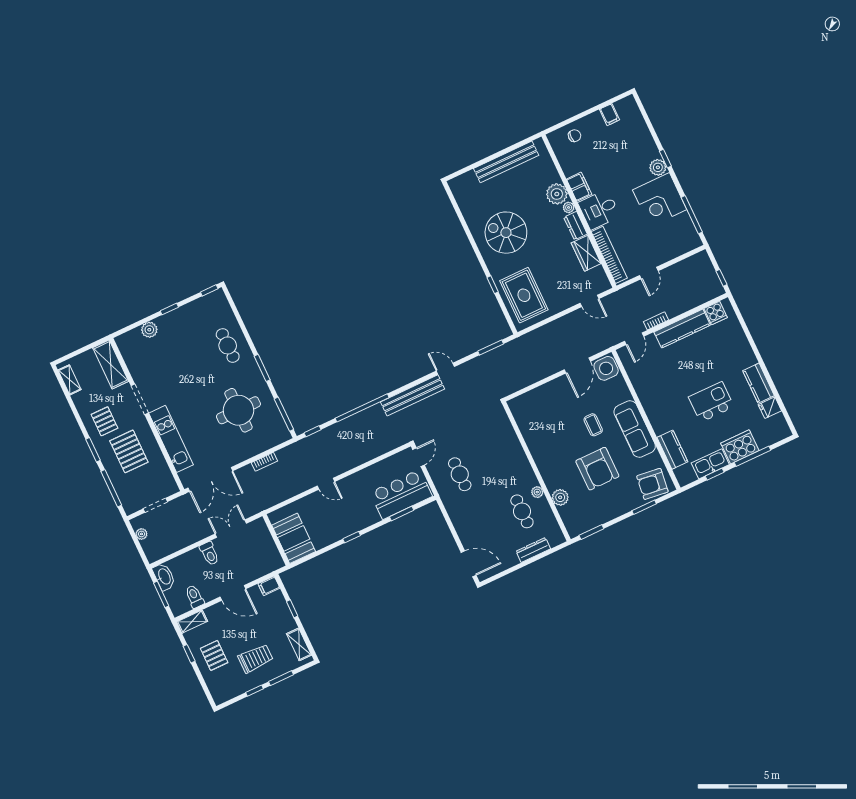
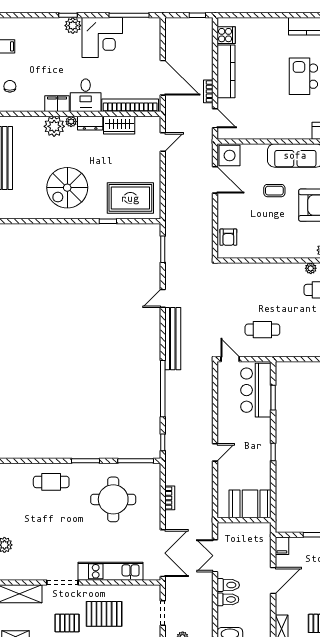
door: (649, 273) -> (163, 78), width x1.88
armchair: (530, 403) -> (228, 237), added
toilet: (194, 596) -> (228, 599), moved, turned 180

